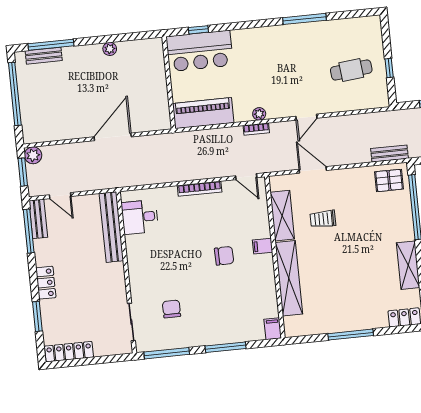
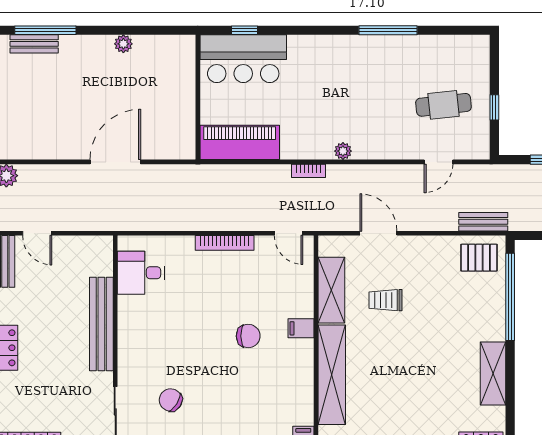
plant: (259, 114) -> (343, 151), moved
door: (306, 117) -> (438, 162), moved
bench: (111, 227) -> (101, 324), moved
chair: (172, 309) -> (171, 400), turned -57

